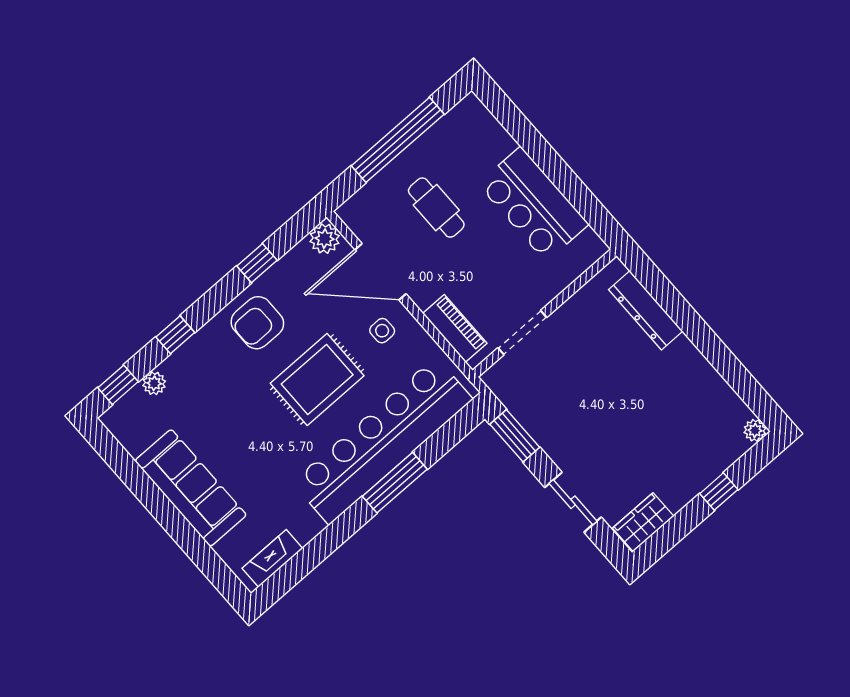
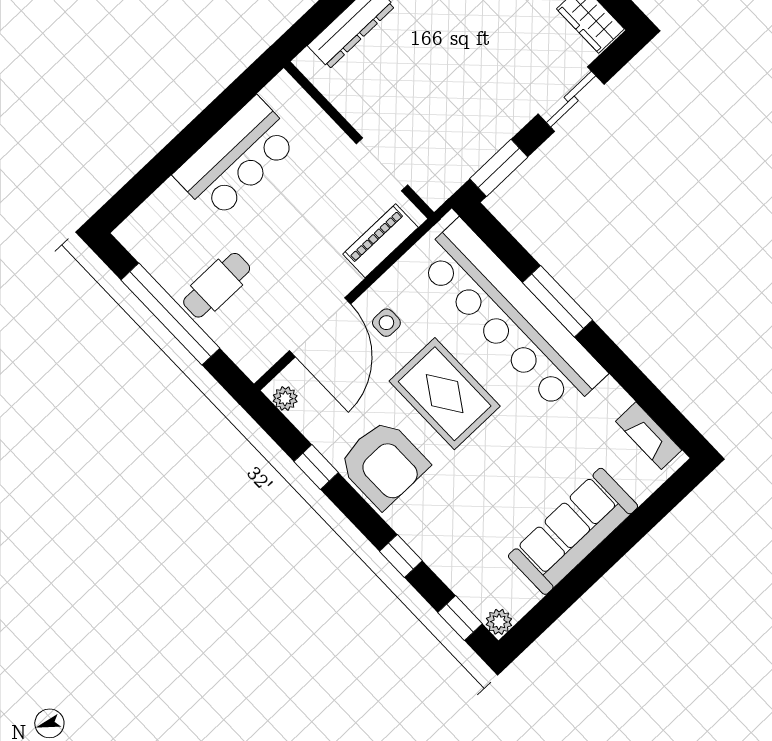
cafe table: (436, 208) -> (217, 285), moved
plant: (325, 239) -> (285, 398), width x0.73, depth x0.73
armchair: (257, 323) -> (383, 464), width x1.36, depth x1.36
plant: (154, 383) -> (499, 622), moved

